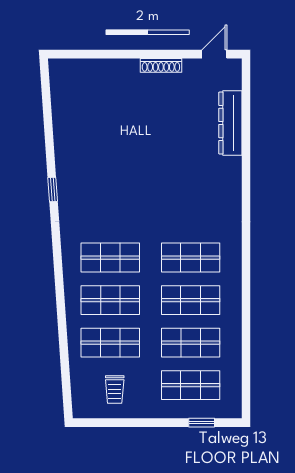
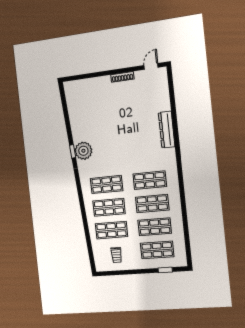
dresser: (230, 123) -> (167, 130), moved
plant: (74, 191) -> (83, 151), added

